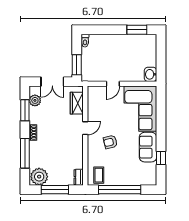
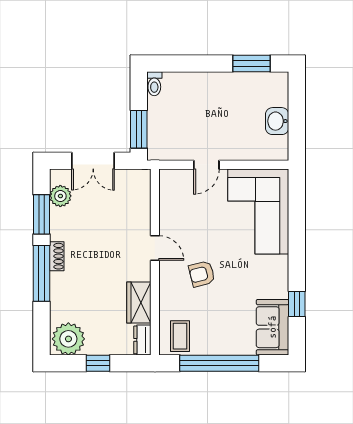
washbasin: (150, 74) -> (277, 121), moved
wardrobe: (77, 103) -> (139, 303), moved
door: (85, 128) -> (155, 248), hinge flipped
sofa: (148, 147) -> (272, 327), moved
window: (25, 153) -> (41, 273), moved
window: (55, 190) -> (98, 363), width x0.46

